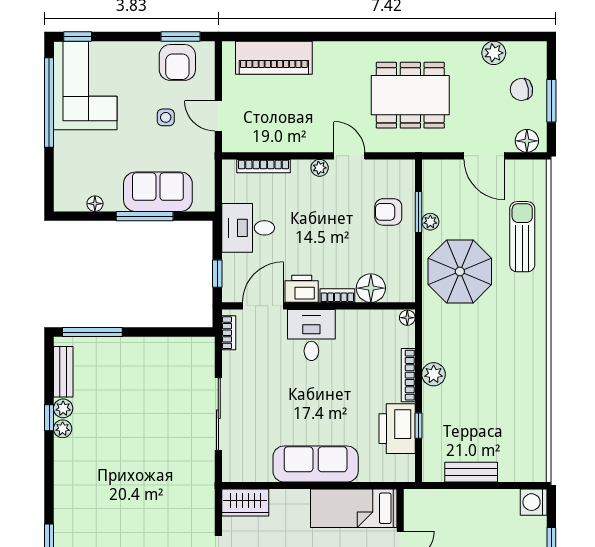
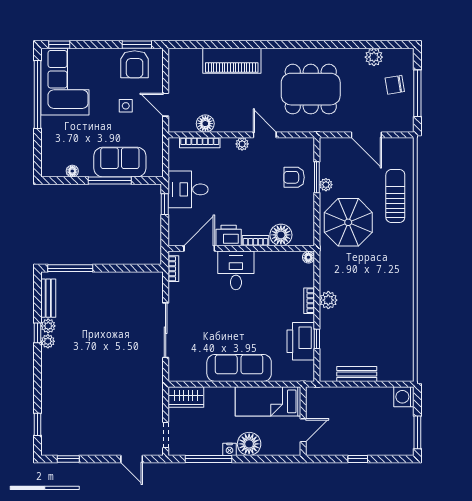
piano: (274, 58) -> (232, 61), moved
window: (551, 101) -> (417, 93), width x1.44
floor lamp: (527, 141) -> (205, 124), moved
window: (217, 274) -> (165, 204), moved
bookcase: (408, 375) -> (309, 301), width x0.64

